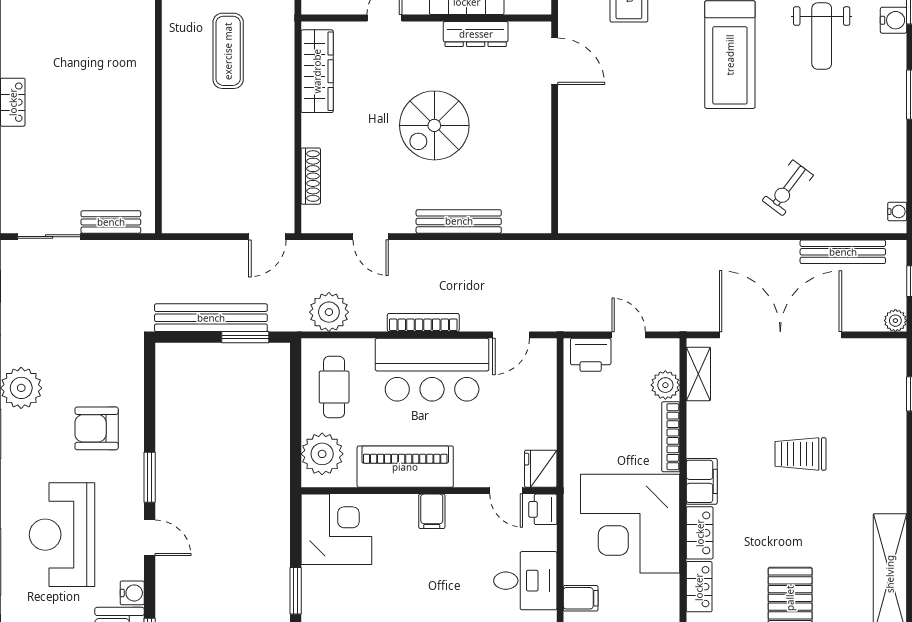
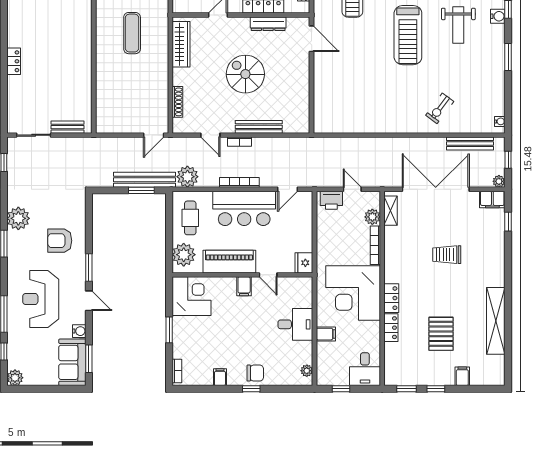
spiral stairs: (434, 125) -> (245, 74), turned 90
bookcase: (424, 248) -> (239, 142), added
bench: (211, 318) -> (145, 180), moved
filing cabinet: (702, 481) -> (492, 200), moved, turned 90
door: (506, 491) -> (268, 275), moved
printer: (543, 509) -> (305, 285), removed

